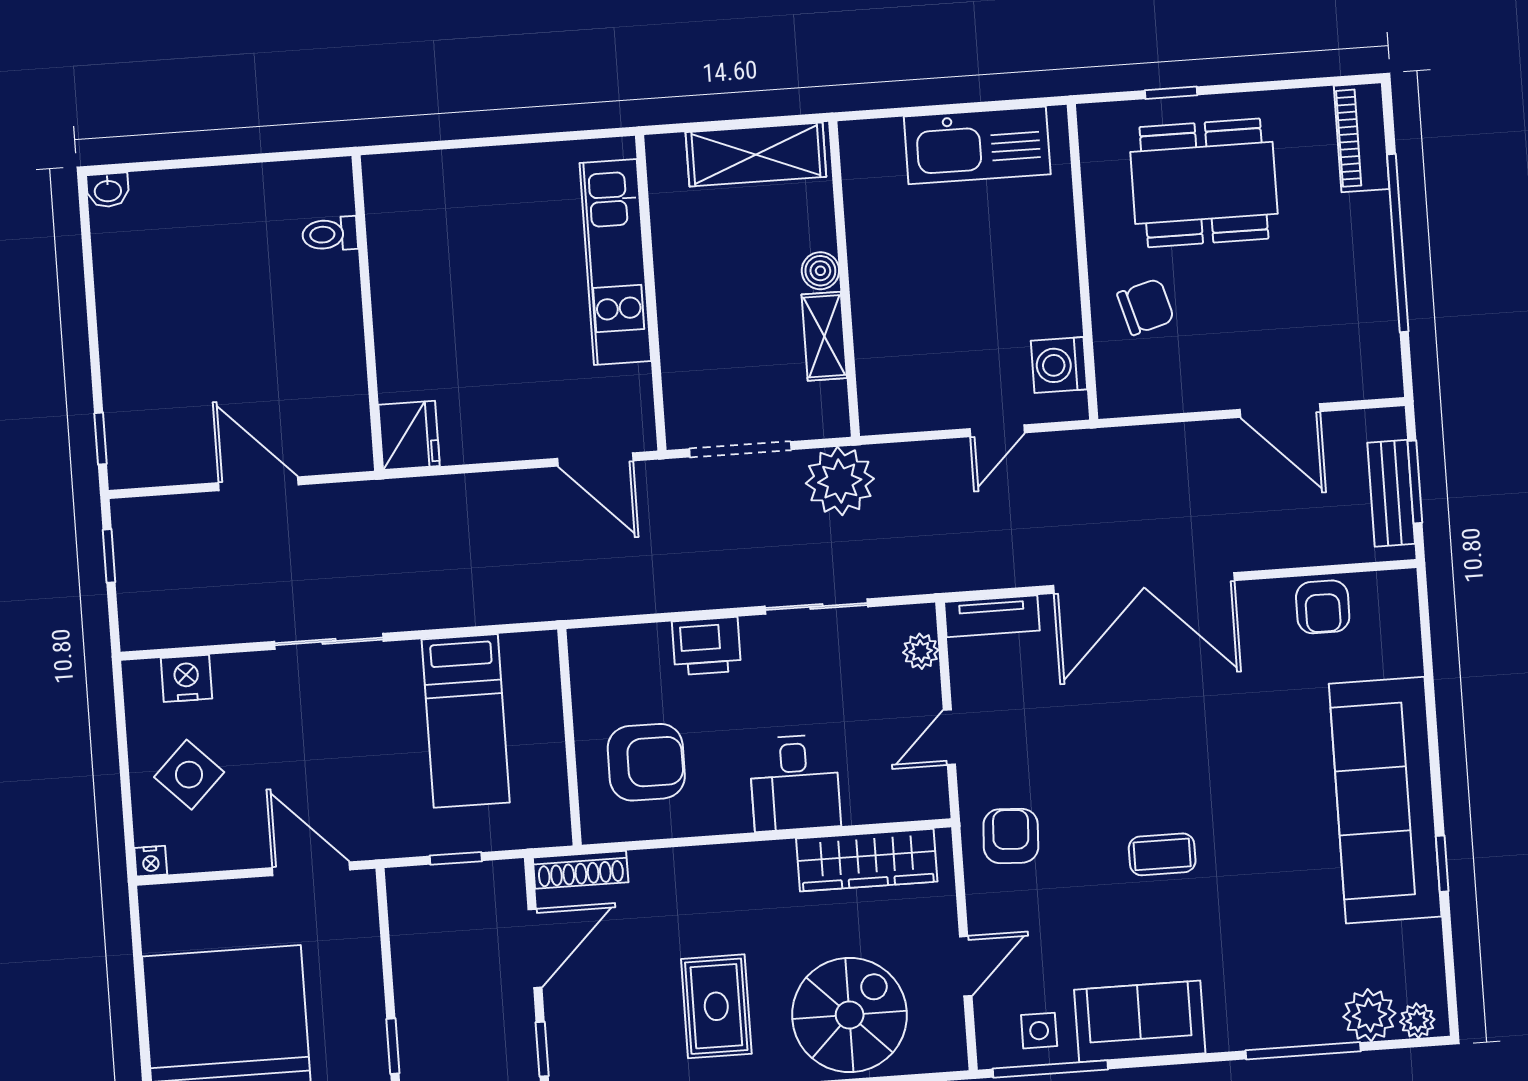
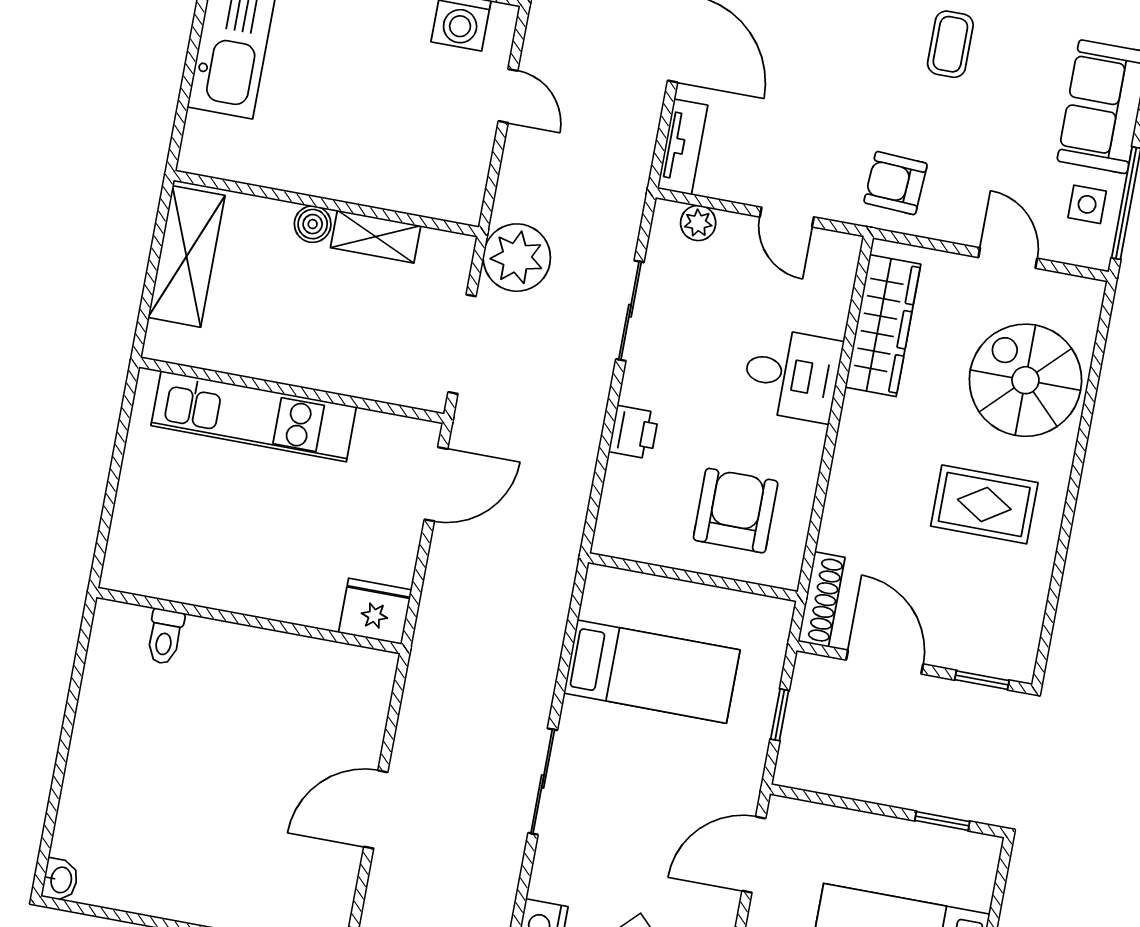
toilet: (330, 234) -> (165, 637), moved
wall: (367, 313) -> (249, 621), moved
fridge: (409, 435) -> (375, 611), moved
printer: (707, 646) -> (634, 432), width x0.73, depth x0.81

